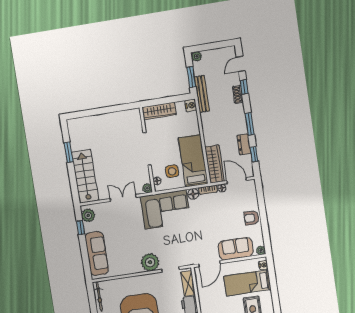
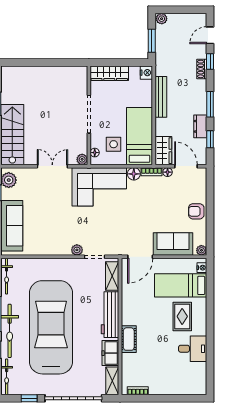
bench: (202, 94) -> (161, 97), moved
wardrobe: (215, 164) -> (163, 151), width x0.67
plant: (150, 262) -> (77, 250), width x0.53, depth x0.53

